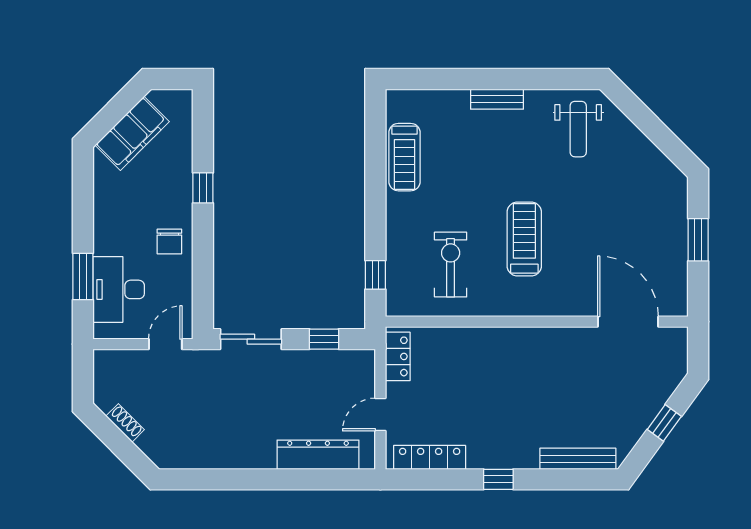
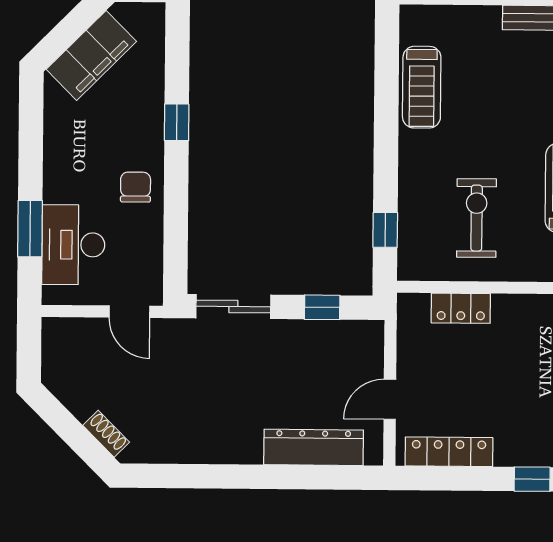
chair: (169, 242) -> (136, 187), turned 180
door: (165, 344) -> (129, 312), swing flipped
locker: (398, 356) -> (461, 308), moved, turned 90
shoe rack: (125, 423) -> (106, 434), moved

